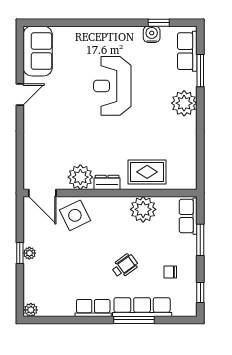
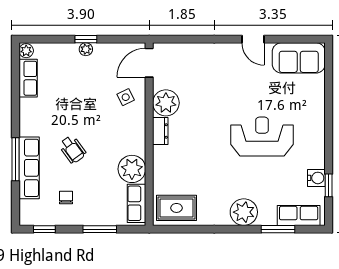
rug: (147, 172) -> (177, 208), moved, turned 90
side table: (75, 215) -> (126, 97), width x0.54, depth x0.54
row of seats: (188, 216) -> (136, 203), moved, turned -90
row of seats: (93, 308) -> (28, 78), moved

